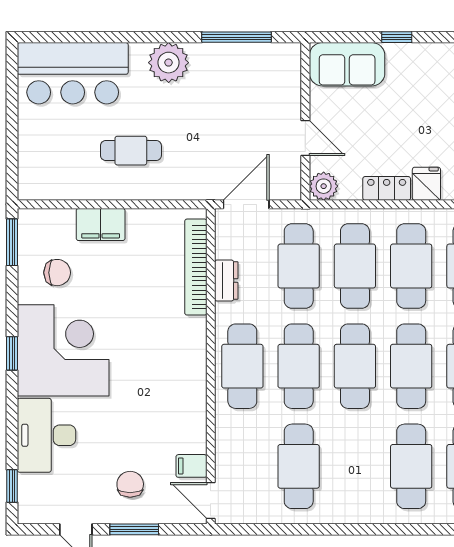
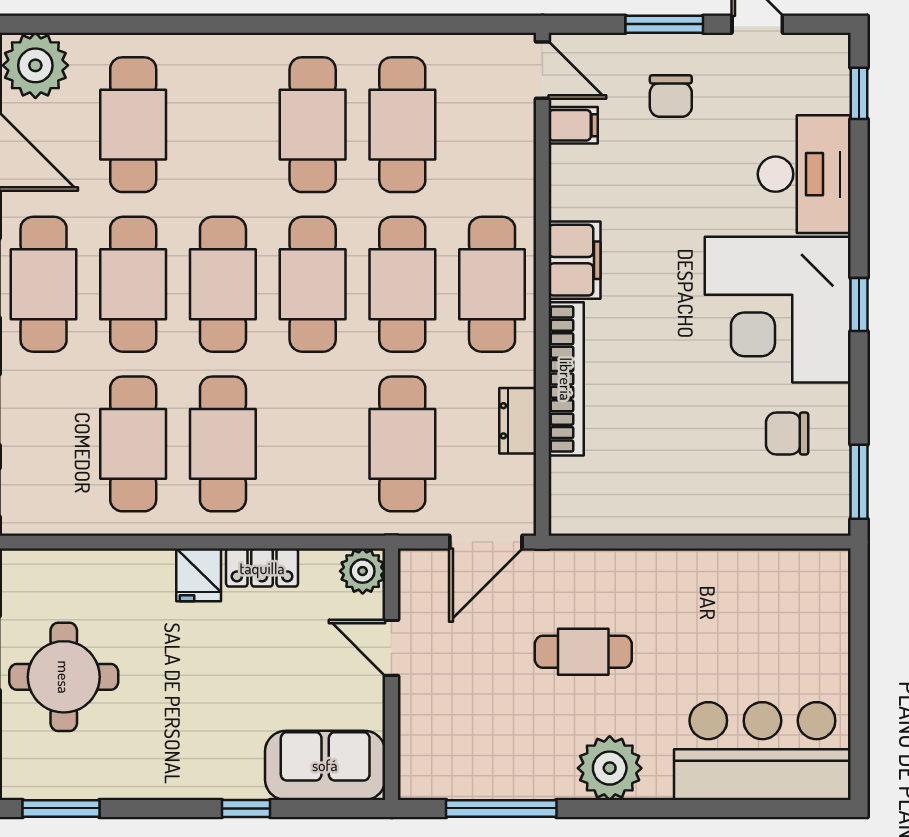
cafe table: (131, 151) -> (583, 652), moved
filing cabinet: (101, 224) -> (575, 260), moved, turned 90
cafe table: (355, 266) -> (313, 444), removed
bookcase: (196, 267) -> (566, 379), moved
cafe table: (411, 466) -> (313, 125), moved

